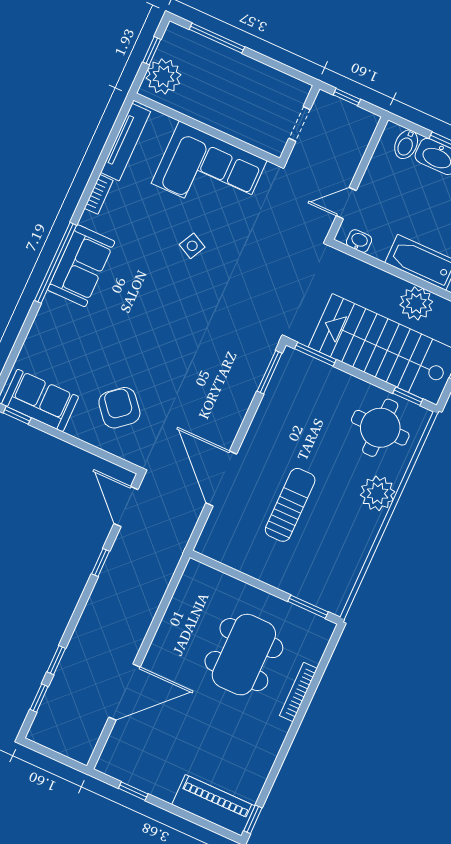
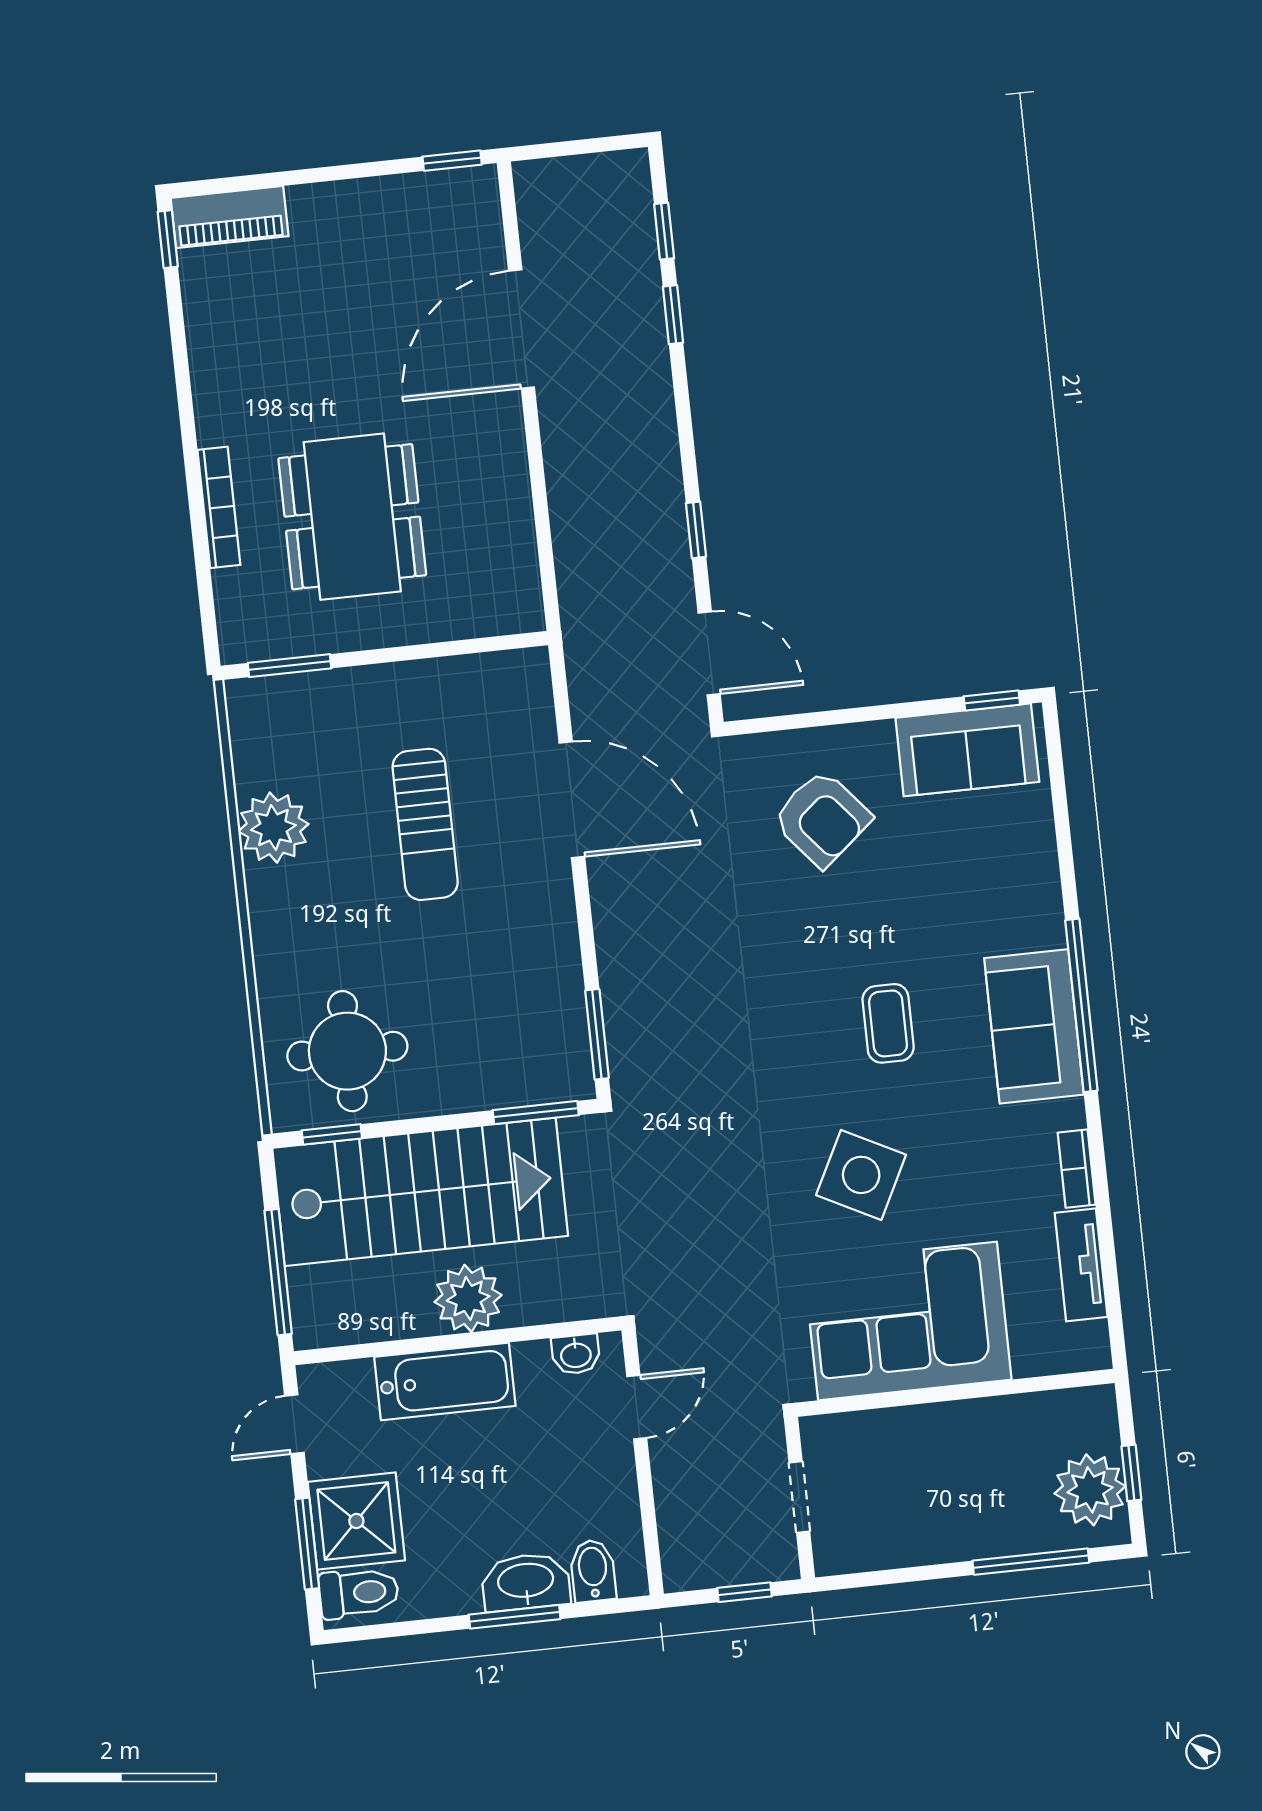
plant: (163, 76) -> (1090, 1490), moved
tv unit: (126, 142) -> (1081, 1265), width x0.71
side table: (192, 246) -> (861, 1175), width x1.87, depth x1.87
plant: (416, 303) -> (468, 1298), moved
coffee table: (143, 304) -> (888, 1023), added
plant: (378, 493) -> (273, 828), moved
window: (133, 791) -> (452, 161), moved
piano: (213, 805) -> (230, 217), width x0.73, depth x0.75

